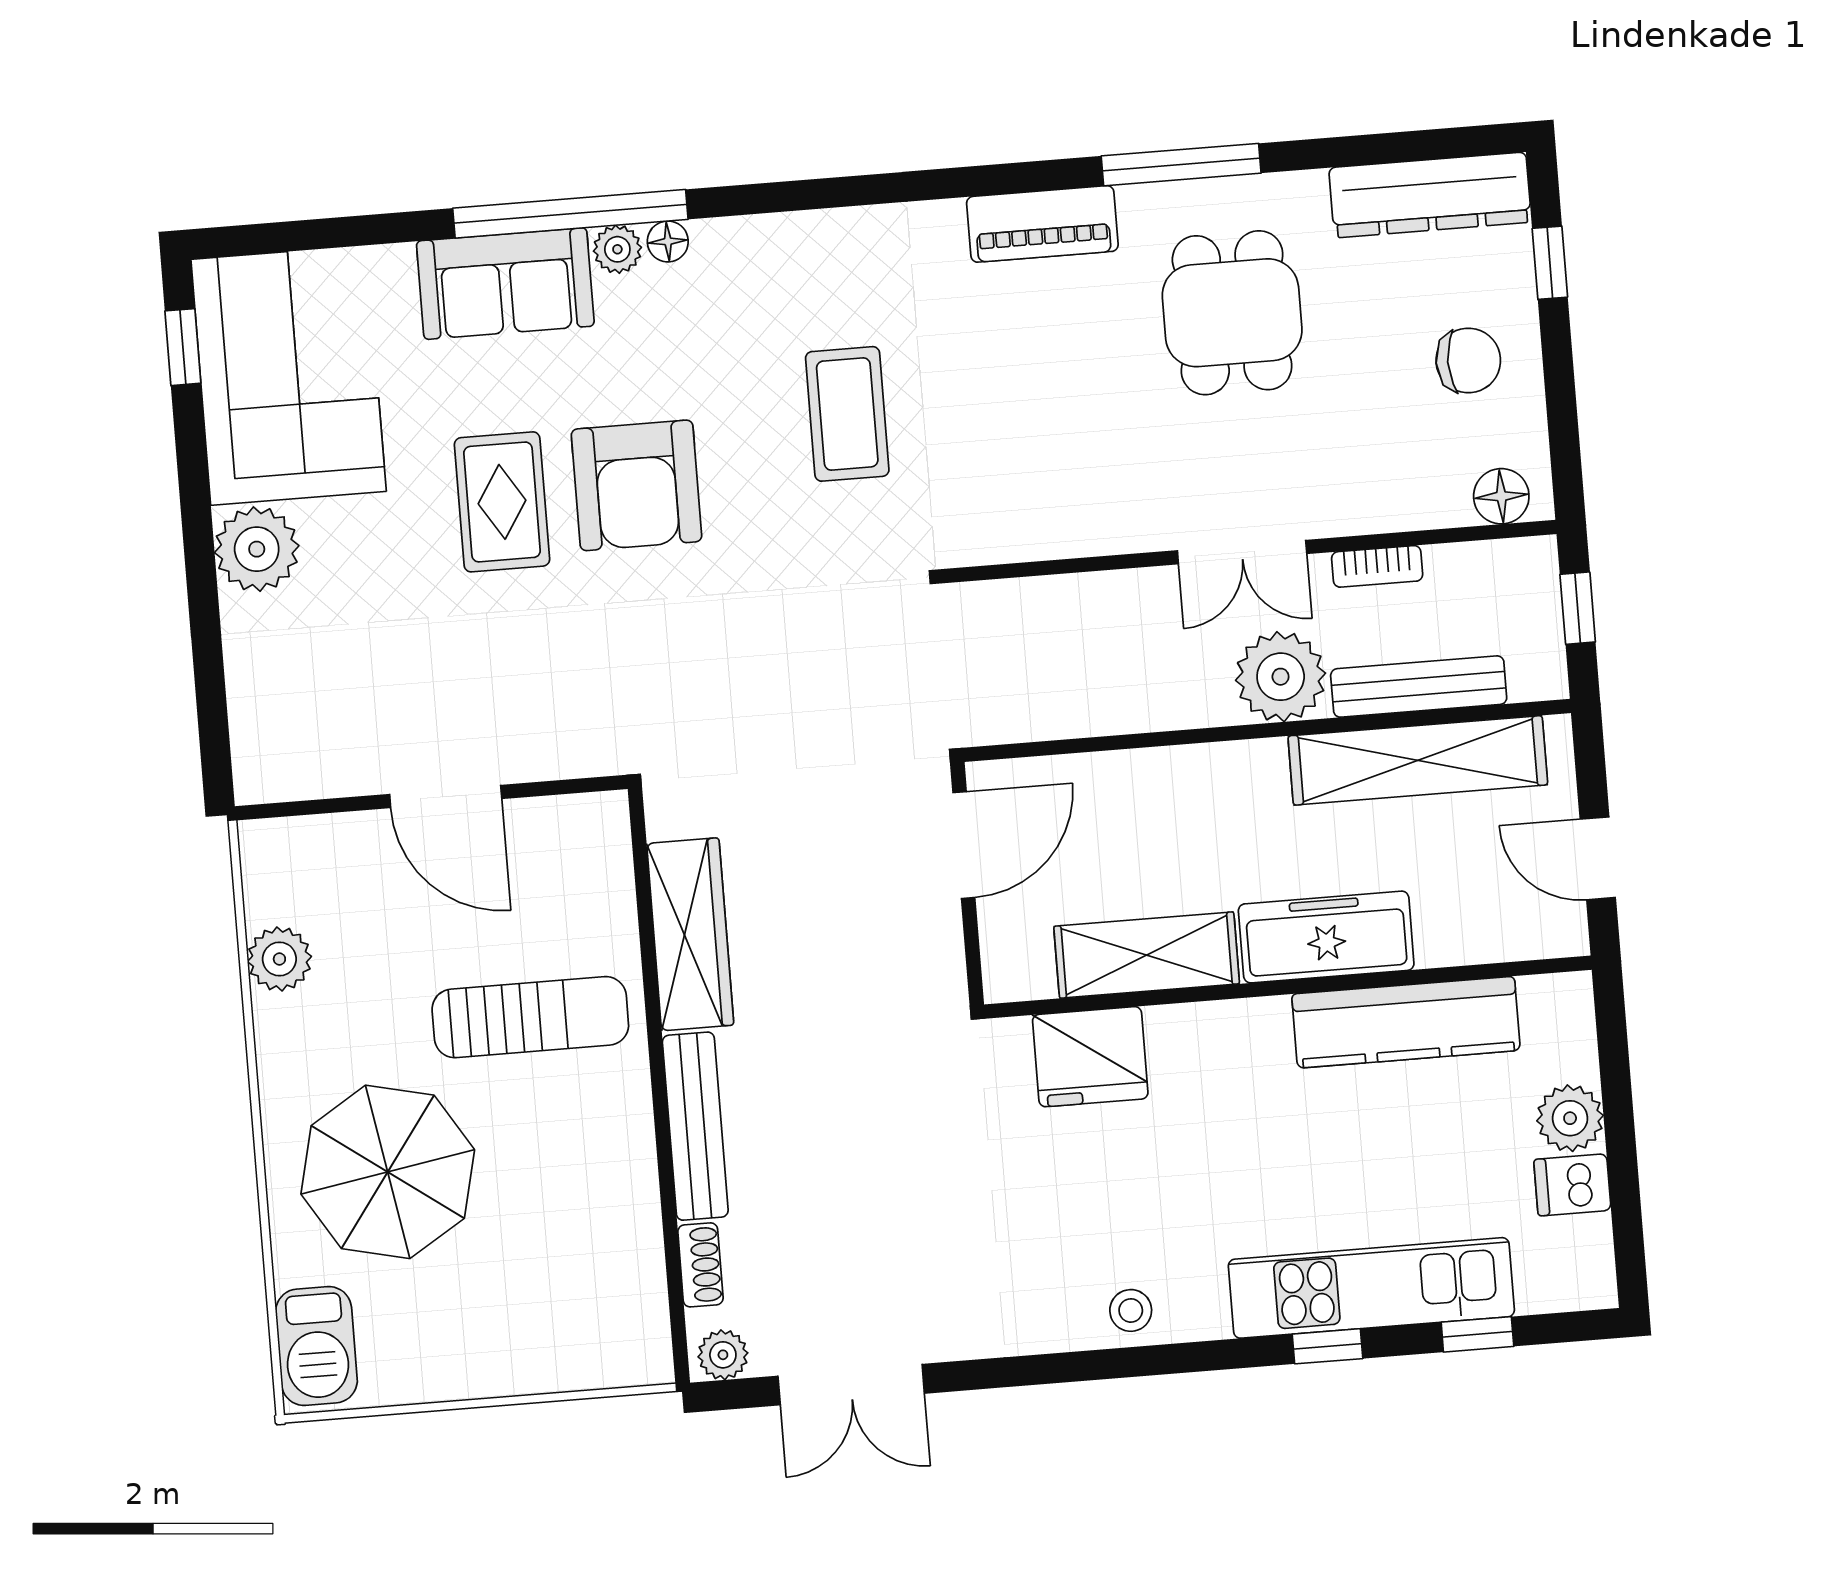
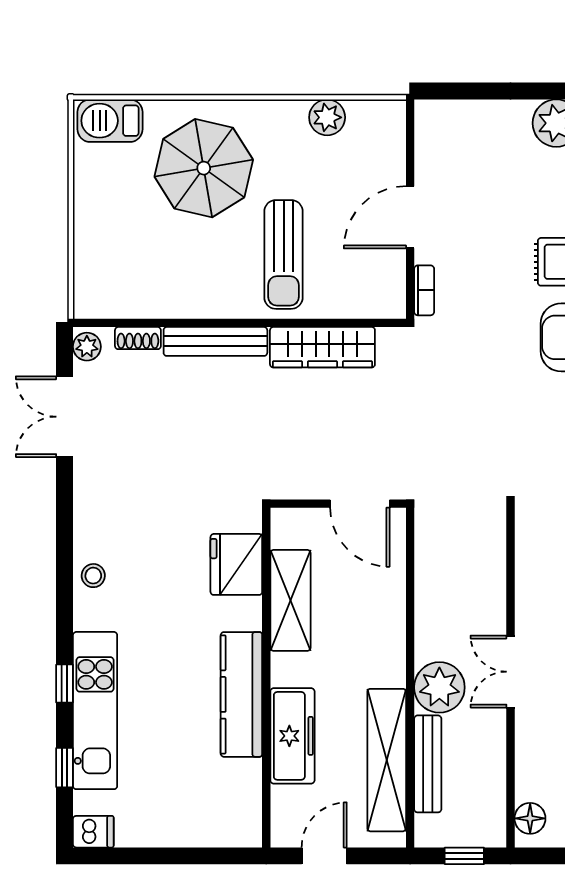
bookcase: (1377, 566) -> (424, 290), moved, turned 180
freezer: (1326, 937) -> (292, 736), moved
kitchen counter: (1406, 1022) -> (241, 694), moved
plant: (1570, 1118) -> (181, 829), removed
dishwasher: (1572, 1185) -> (93, 832), moved, turned 90

